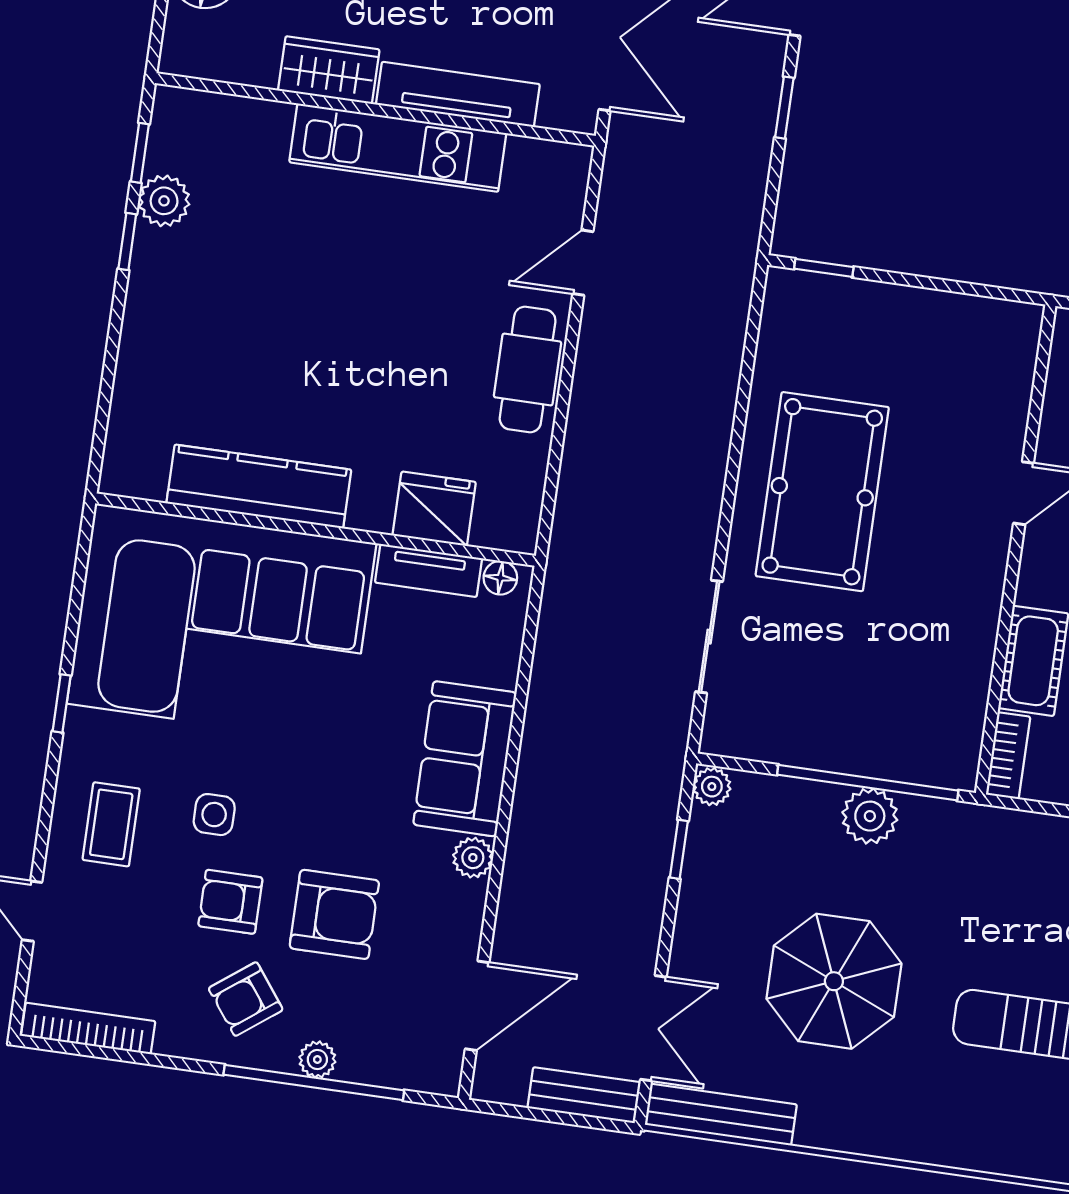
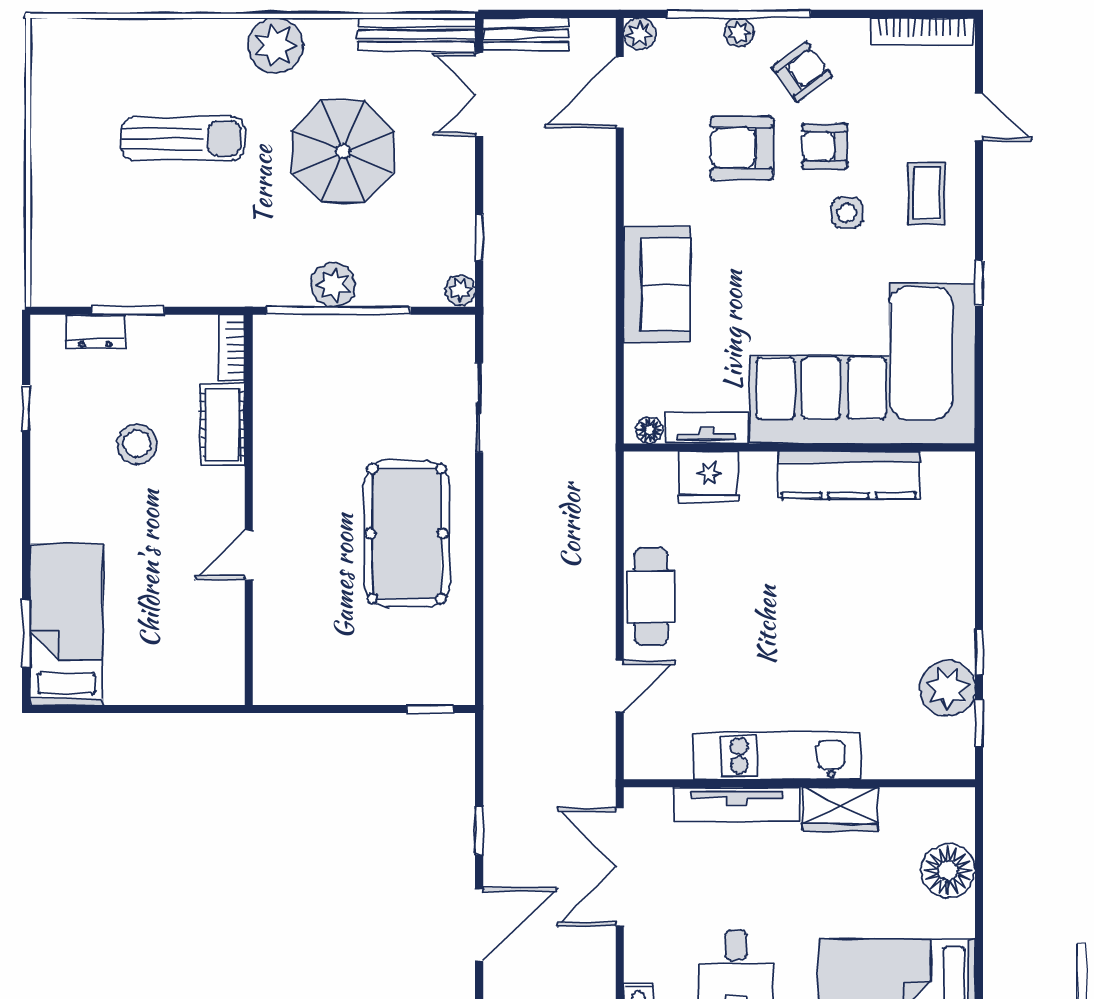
plant: (164, 201) -> (947, 688), width x1.36, depth x1.36
plant: (473, 858) -> (640, 34), moved
armchair: (230, 902) -> (825, 146), turned 180
plant: (899, 1126) -> (275, 45), added

